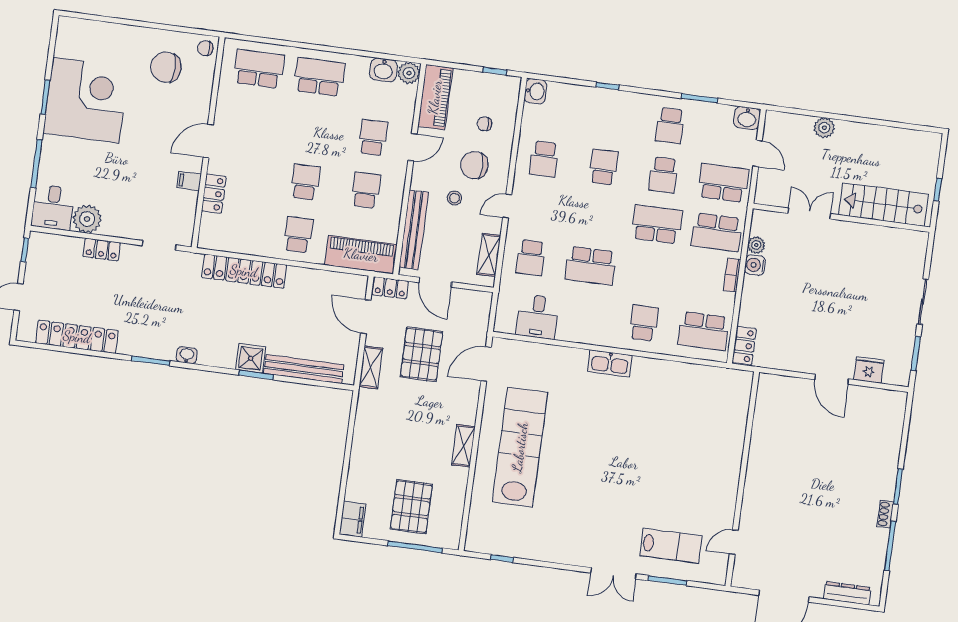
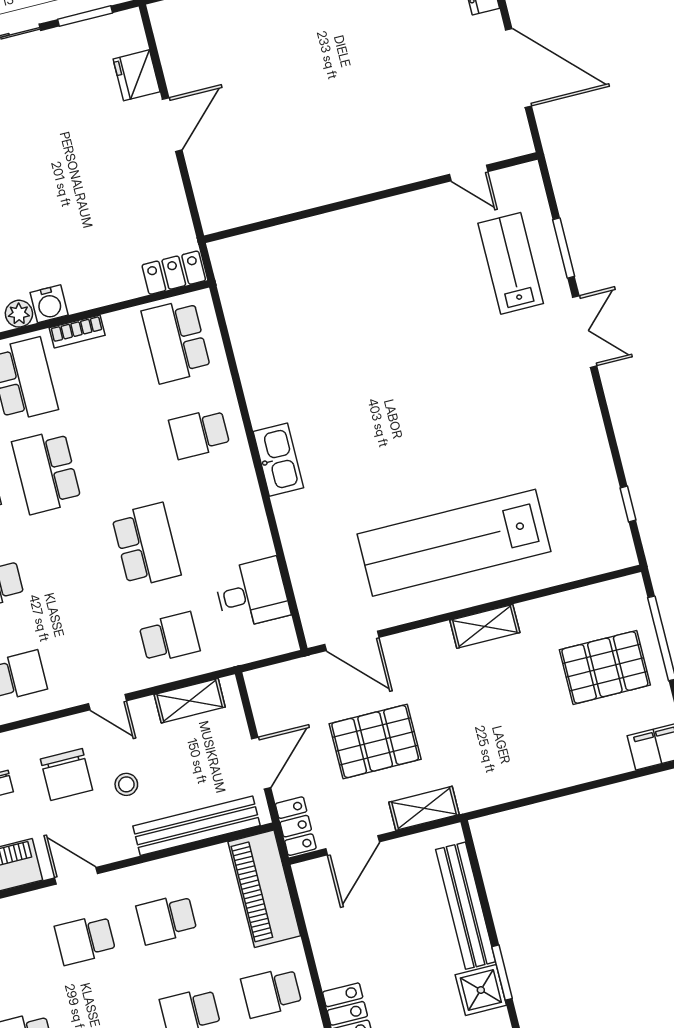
school desk: (703, 331) -> (176, 341), turned 180

